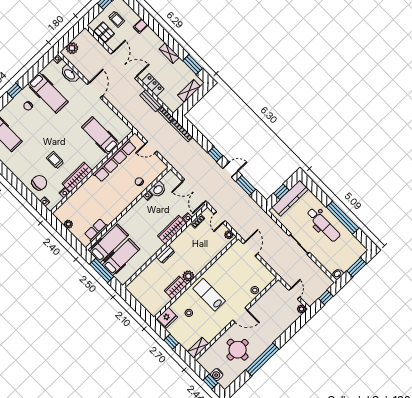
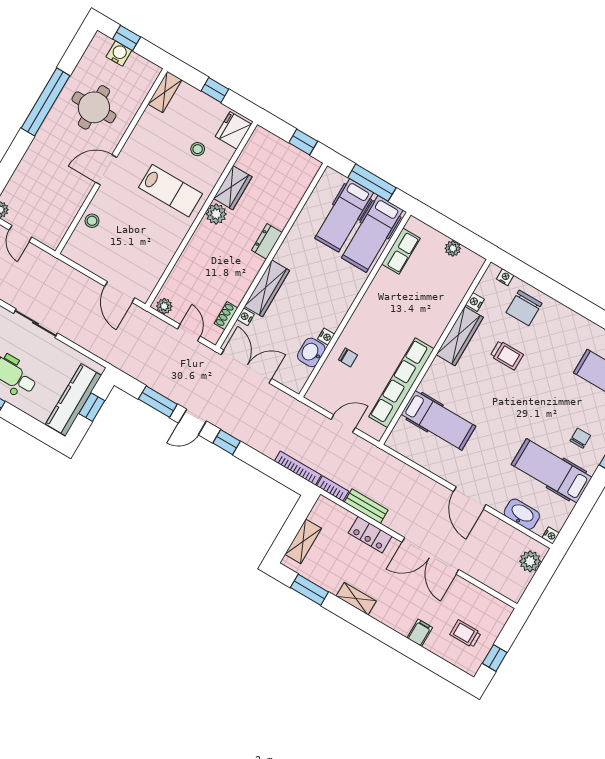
pallet: (104, 32) -> (481, 605), removed
window: (132, 302) -> (303, 142), added

